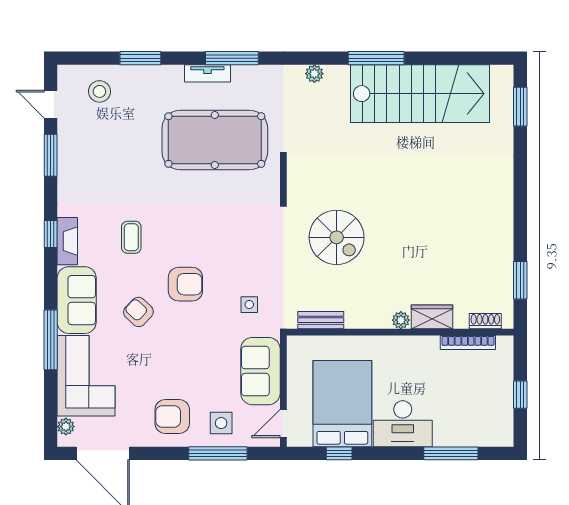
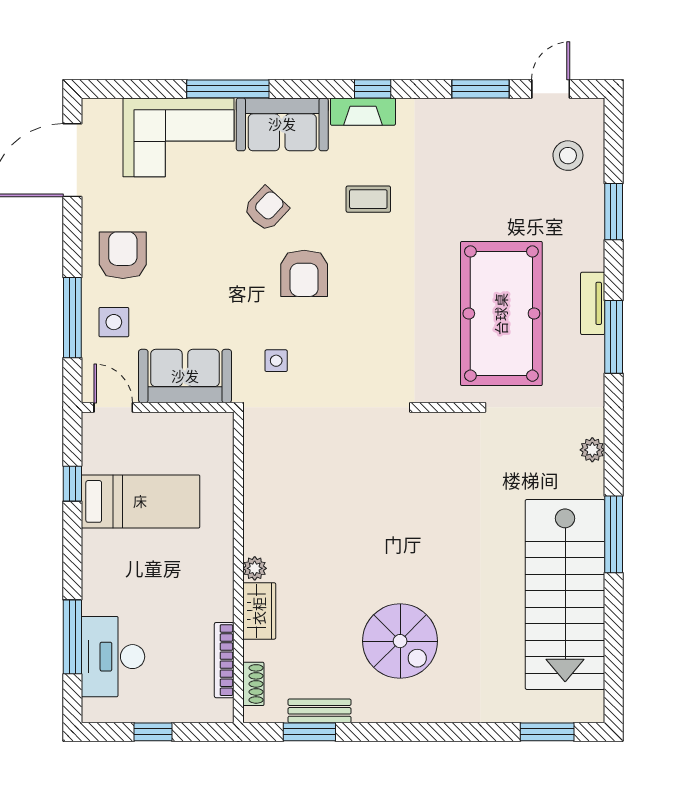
spiral stairs: (337, 237) -> (400, 641), moved, turned -90
bench: (321, 320) -> (319, 711), moved, turned 90
bed: (342, 404) -> (140, 501), width x0.67
desk: (403, 424) -> (113, 657), moved
plant: (66, 427) -> (109, 109), removed

